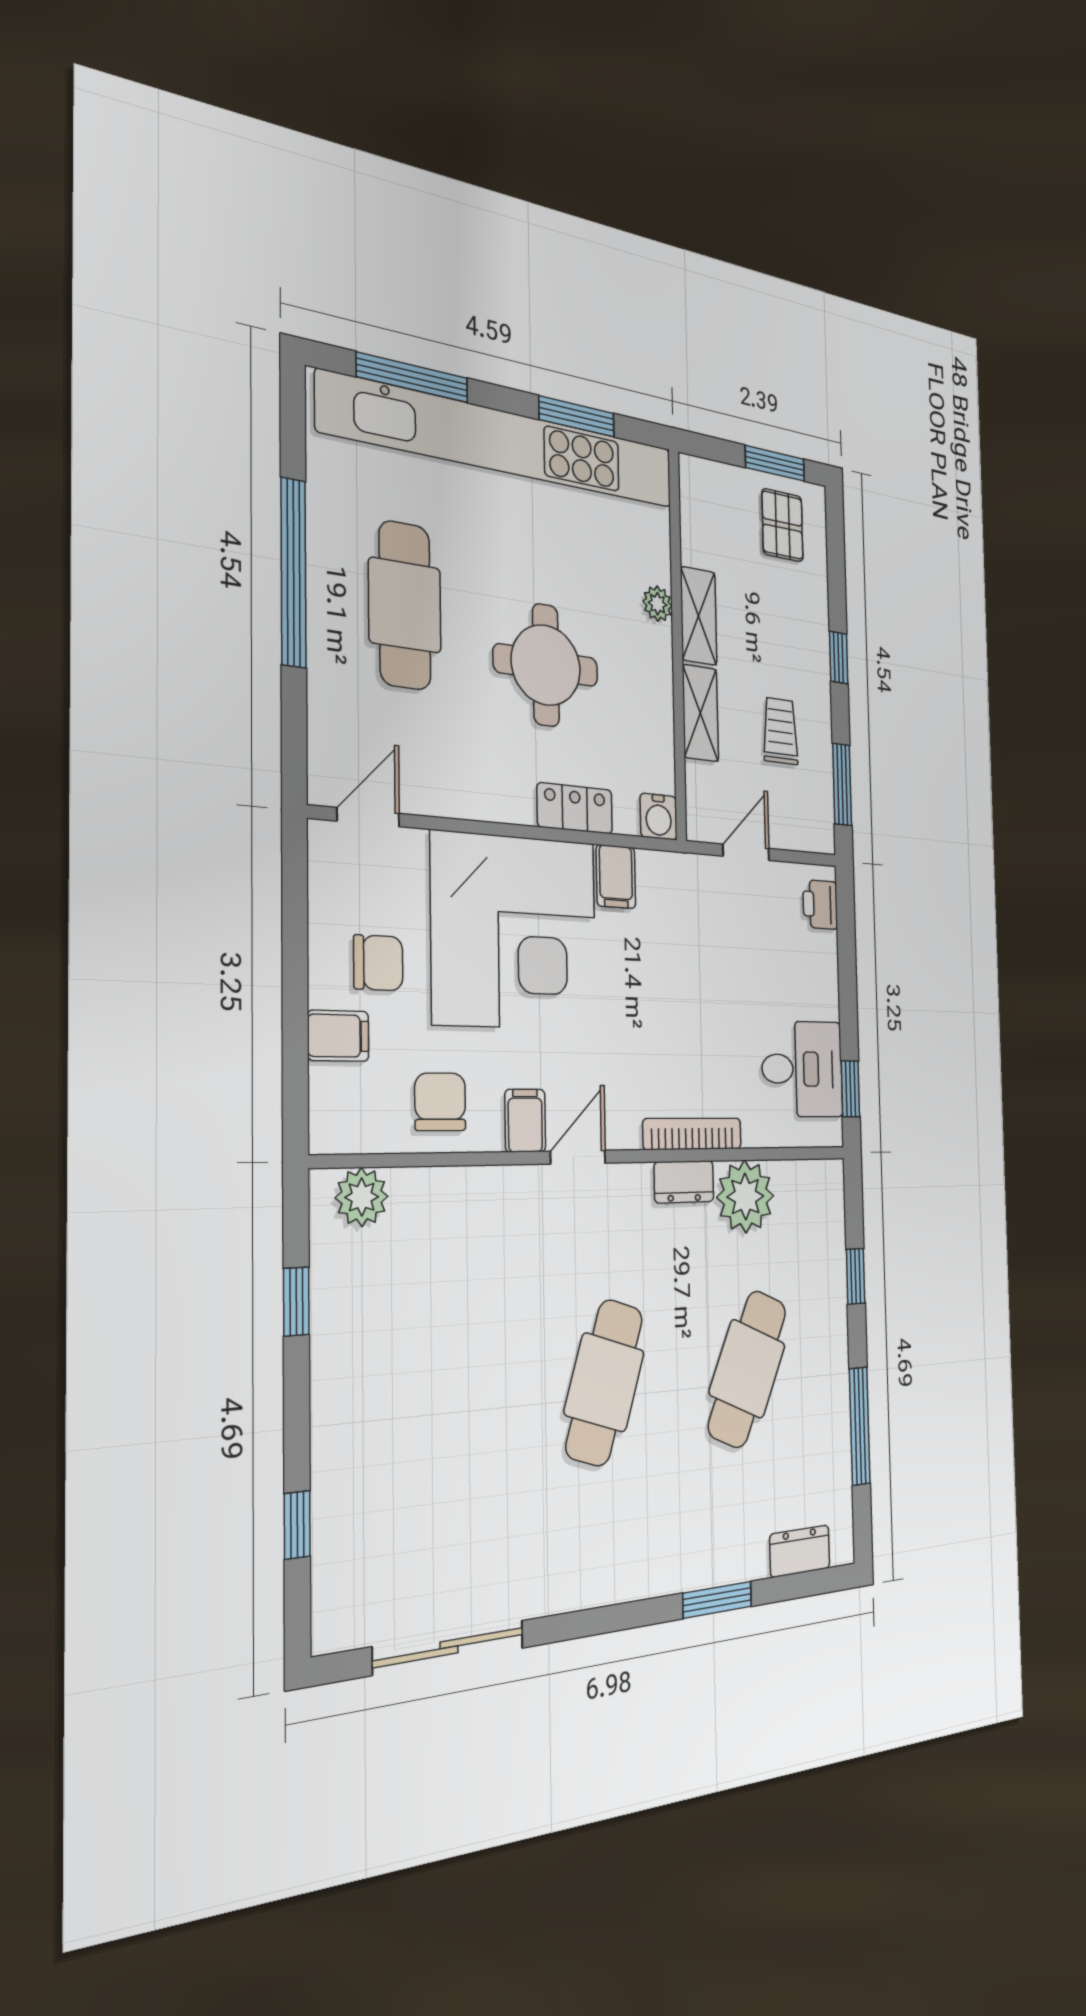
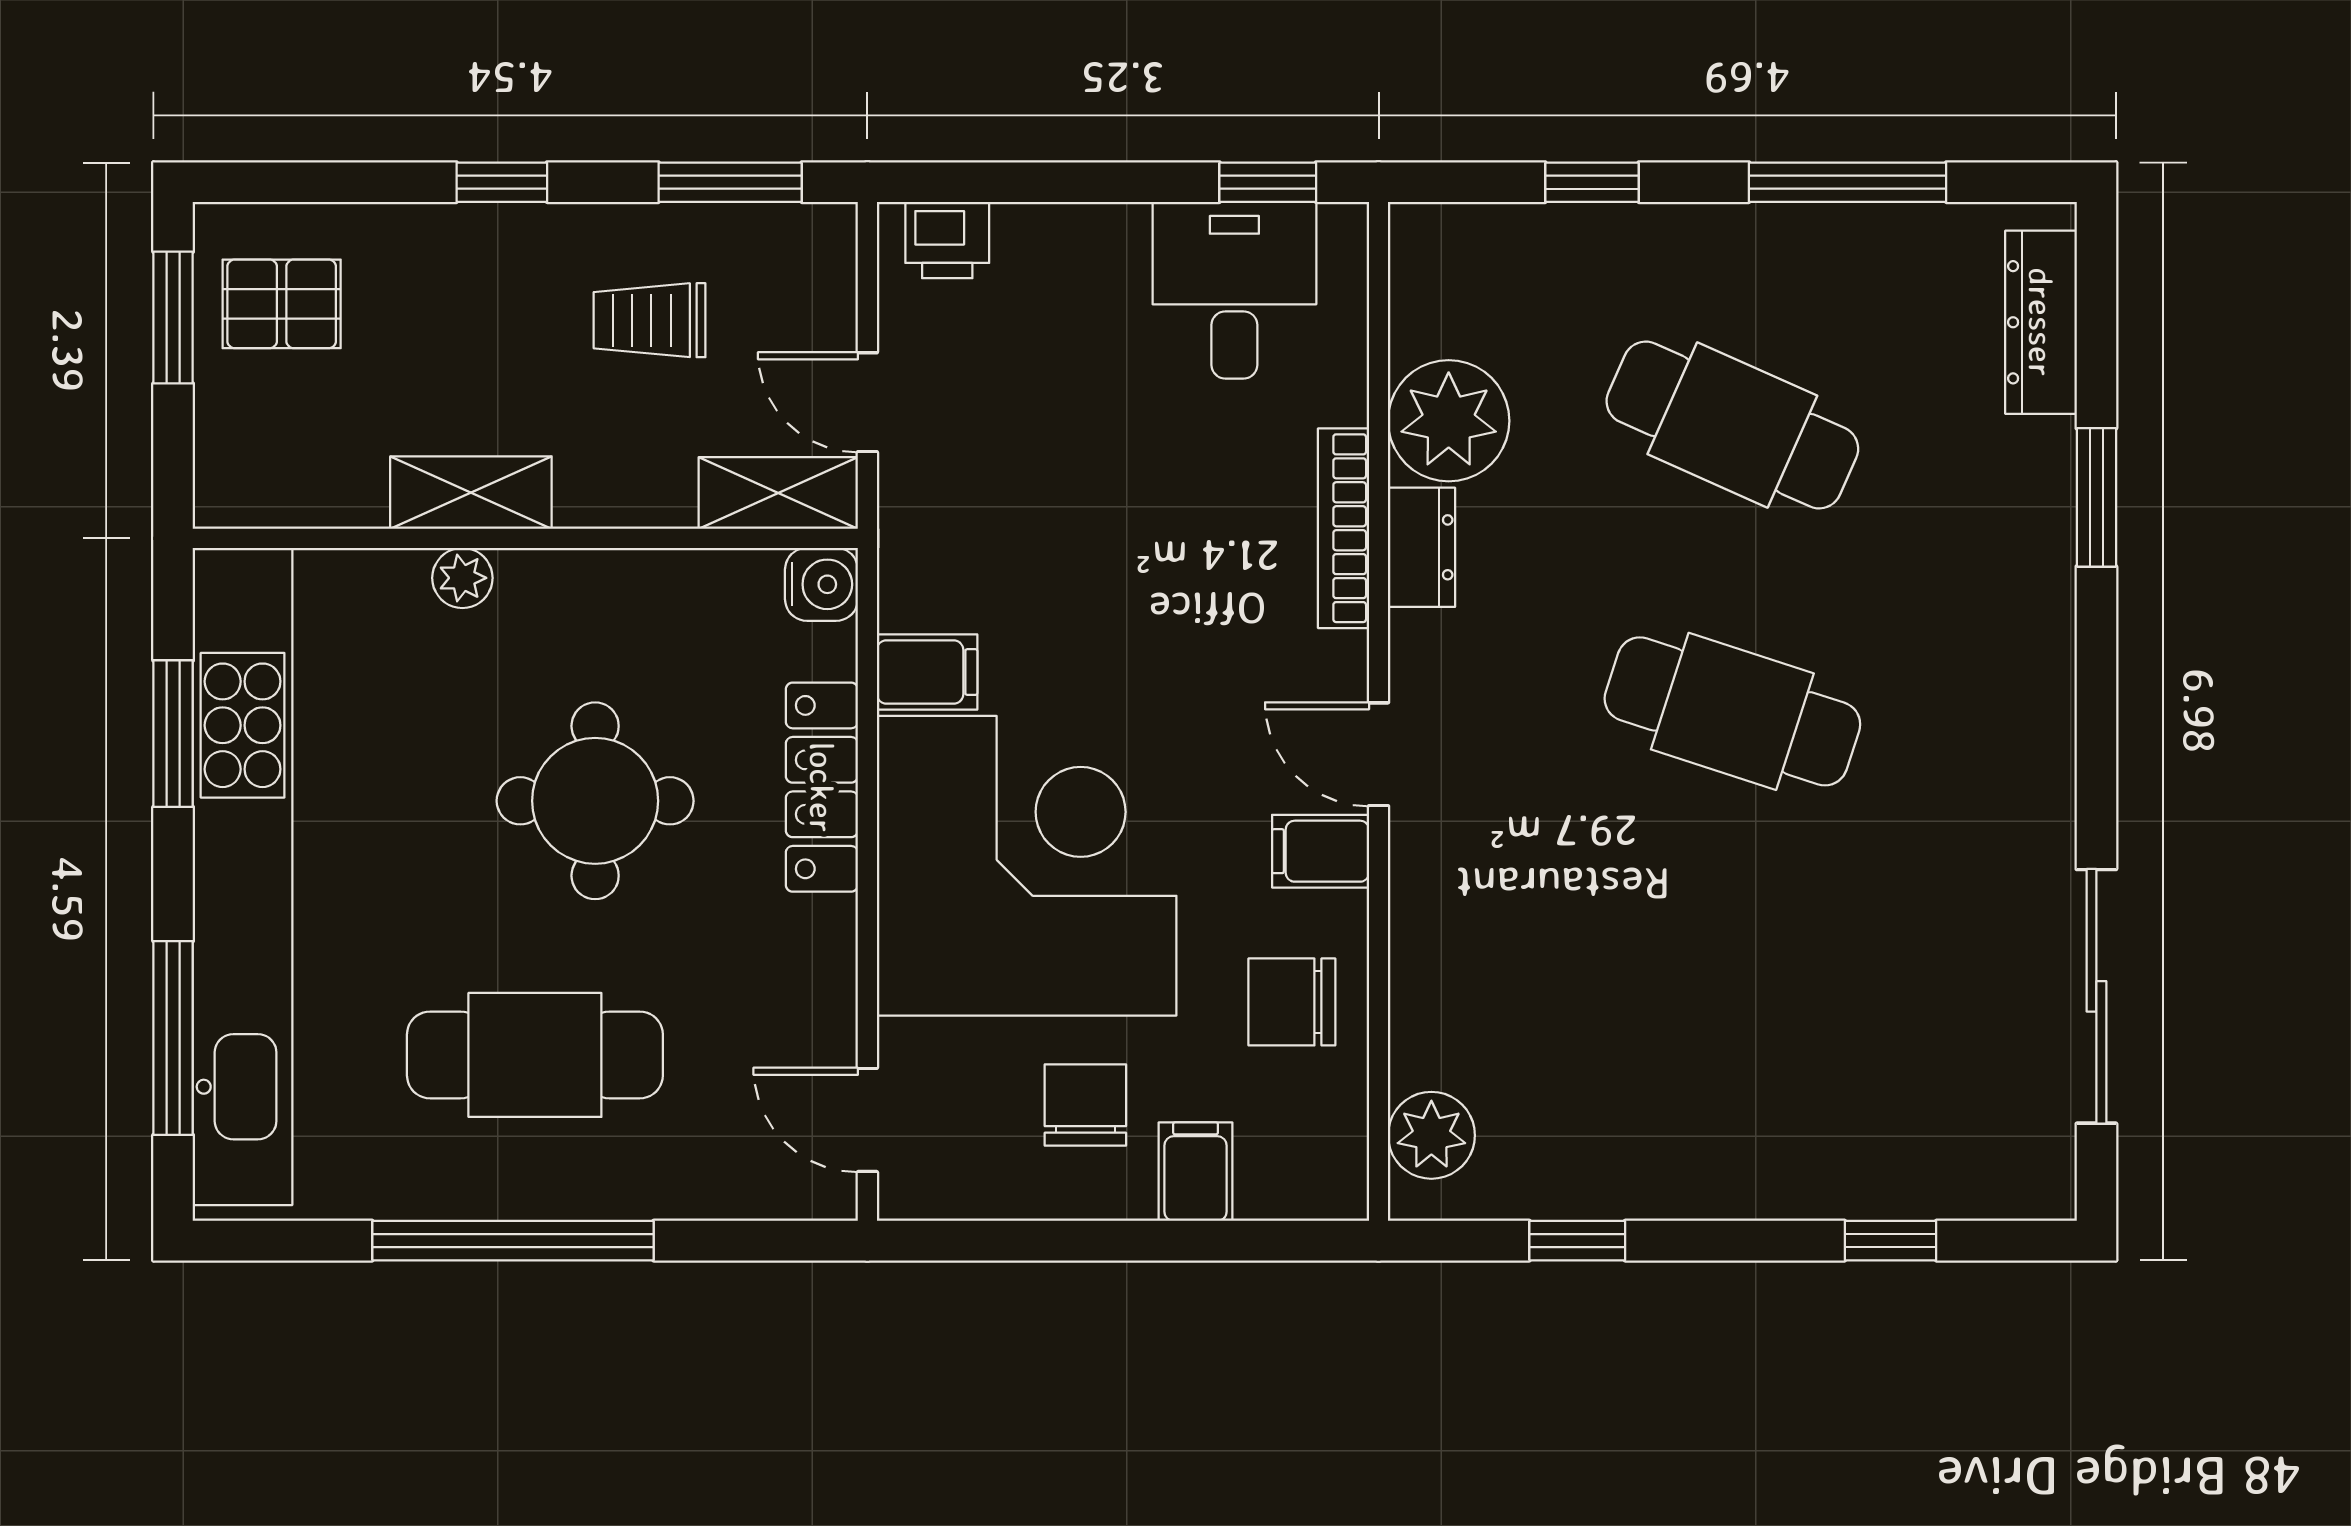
shelving: (700, 713) -> (778, 493), moved
locker: (575, 808) -> (822, 787), width x1.53
dresser: (800, 1551) -> (2041, 322), width x1.44

